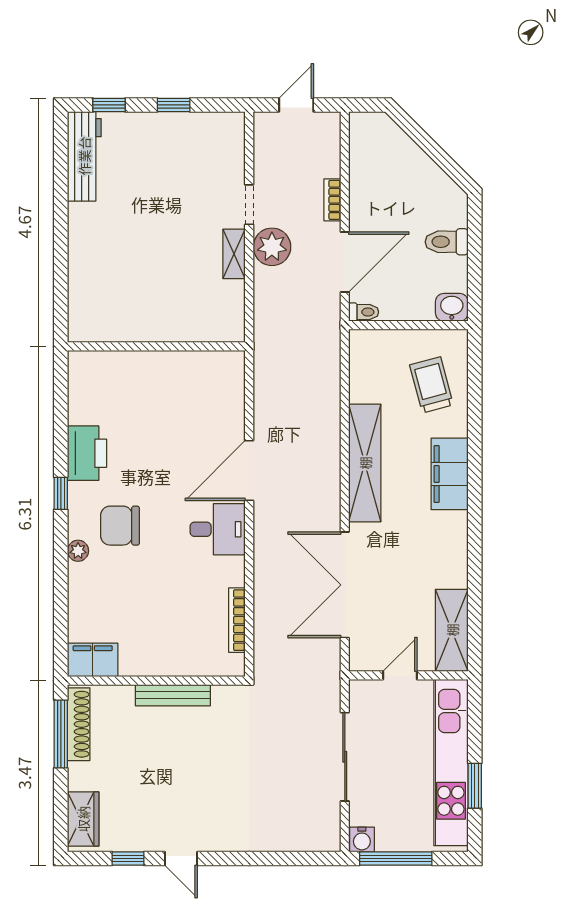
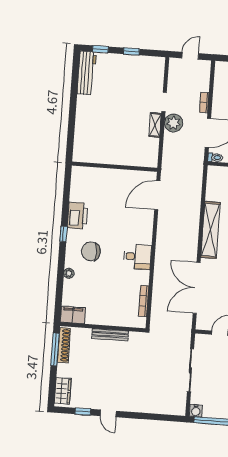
door: (249, 471) -> (157, 195), moved
plant: (78, 551) -> (69, 273), moved

